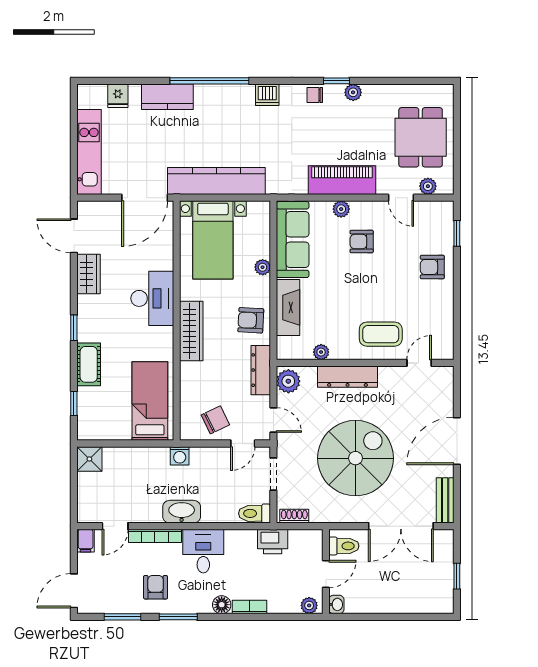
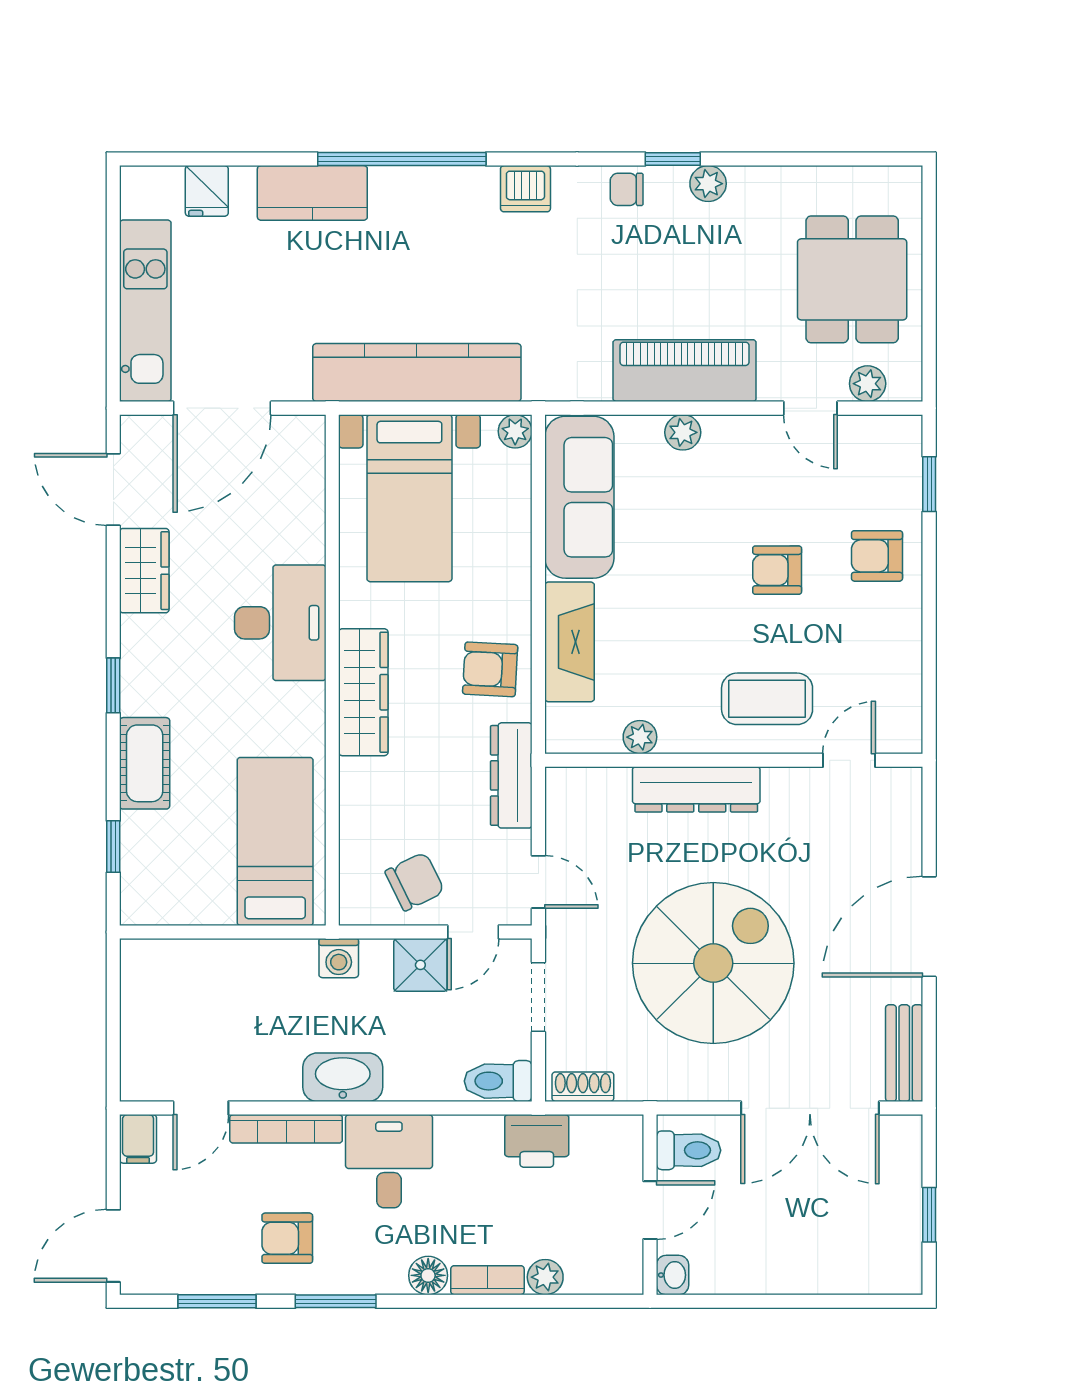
door: (145, 198) -> (222, 408), moved
armchair: (362, 242) -> (777, 570), moved
plant: (263, 267) -> (515, 431), moved
plant: (288, 381) -> (570, 799), removed
shower: (89, 459) -> (420, 965), moved
armchair: (156, 587) -> (287, 1238), turned -90
plant: (309, 605) -> (545, 1277), moved

